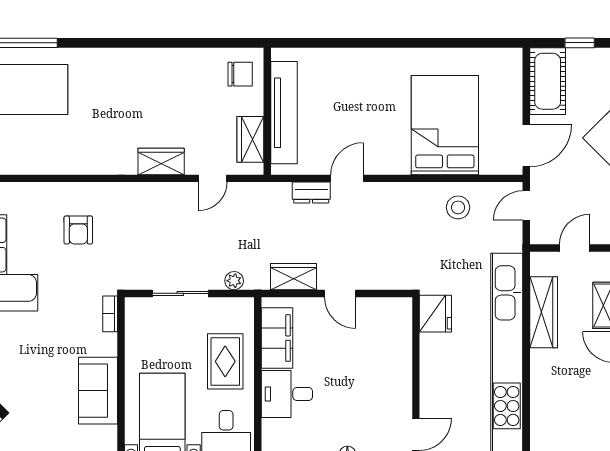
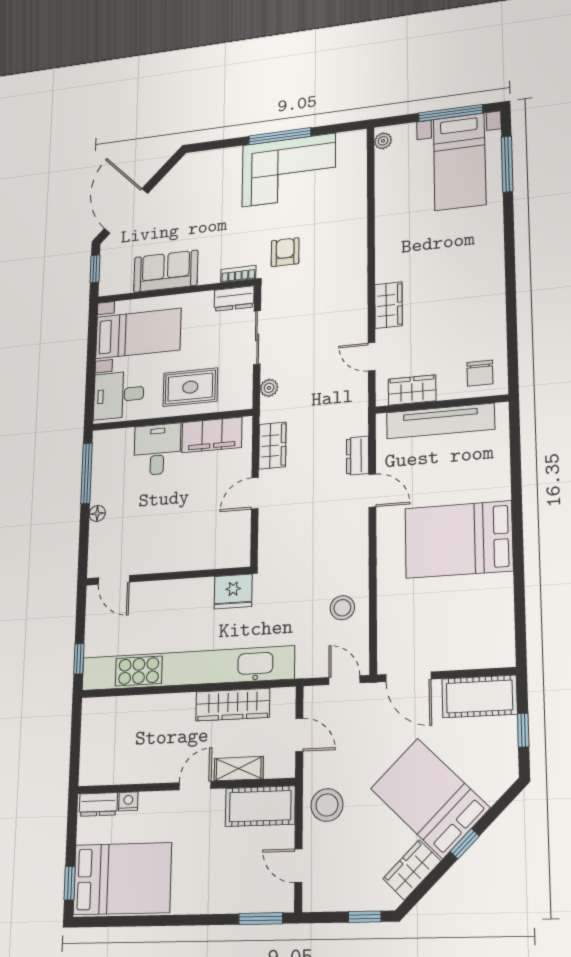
bed: (445, 125) -> (459, 539), moved, turned 180
armchair: (78, 230) -> (285, 252), moved, turned 90
dresser: (136, 318) -> (234, 299), added

